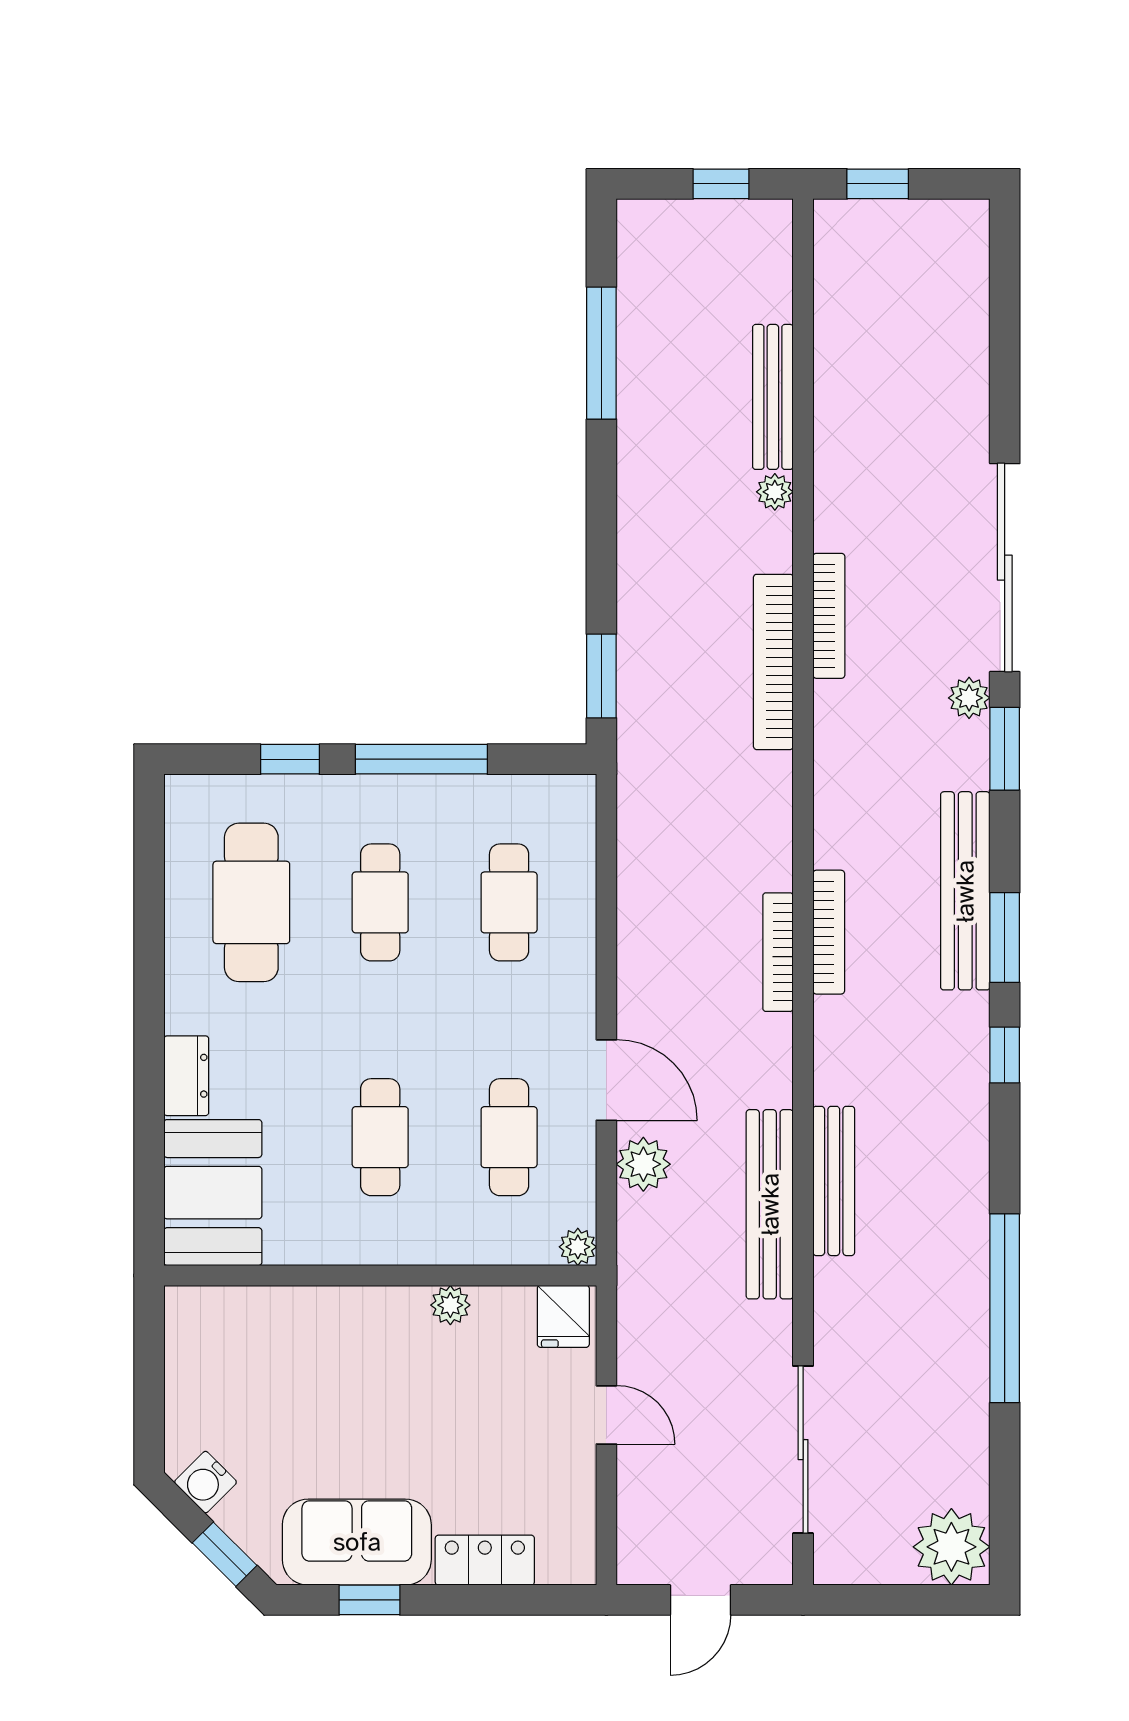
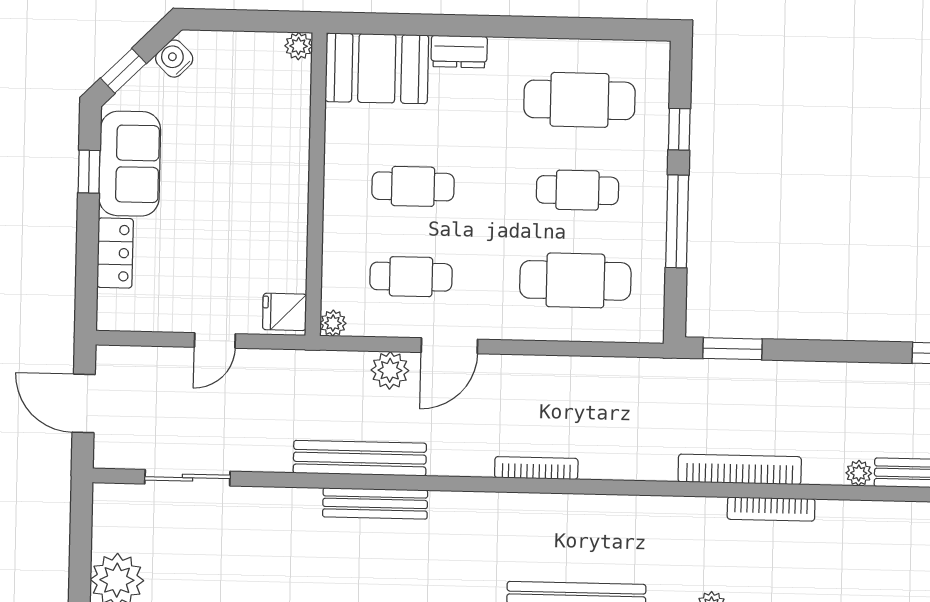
cafe table: (509, 902) -> (575, 280), width x1.37, depth x1.35
bookcase: (829, 932) -> (549, 504), removed
plant: (450, 1305) -> (299, 46), moved
sliding door: (803, 1450) -> (187, 478), width x0.73
door: (700, 1600) -> (84, 403), width x1.38

